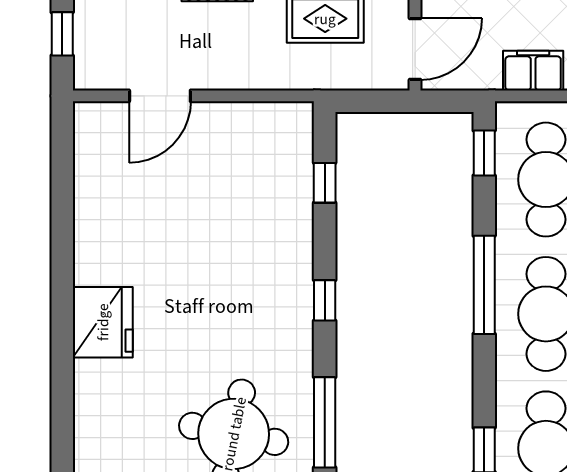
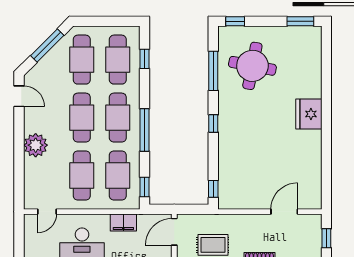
window: (325, 183) -> (213, 189), moved

